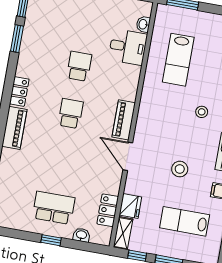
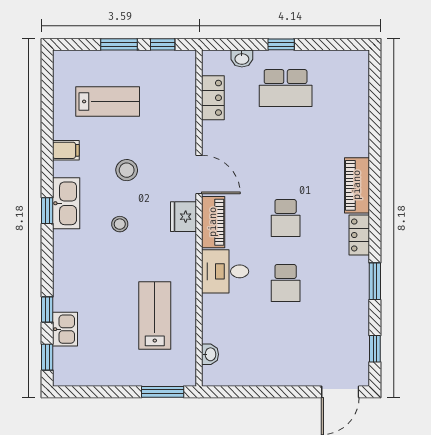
window: (17, 39) -> (375, 281), moved
desk: (128, 47) -> (225, 271), moved
stool: (202, 112) -> (120, 224), moved
fridge: (130, 206) -> (184, 217), moved
shelving: (123, 233) -> (187, 71), removed

